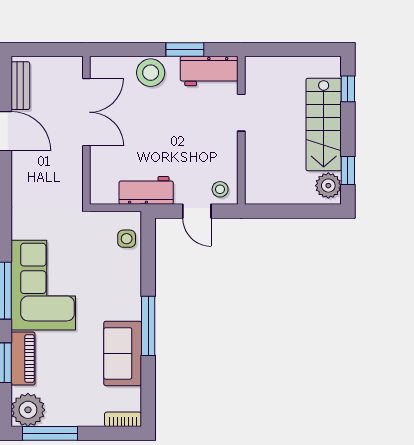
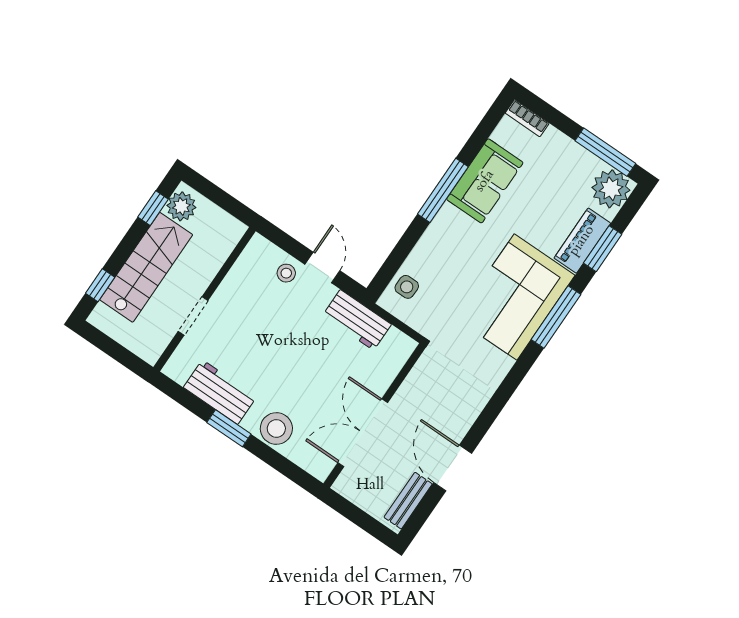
doorway: (241, 113) -> (193, 316), moved
wall: (241, 130) -> (205, 299), moved

